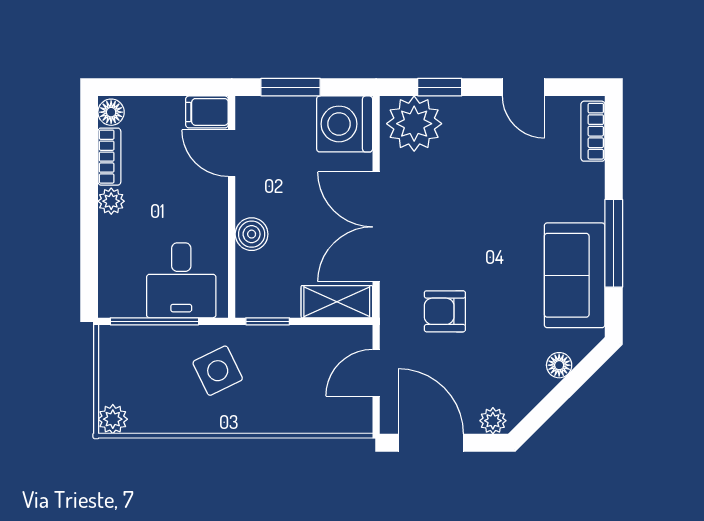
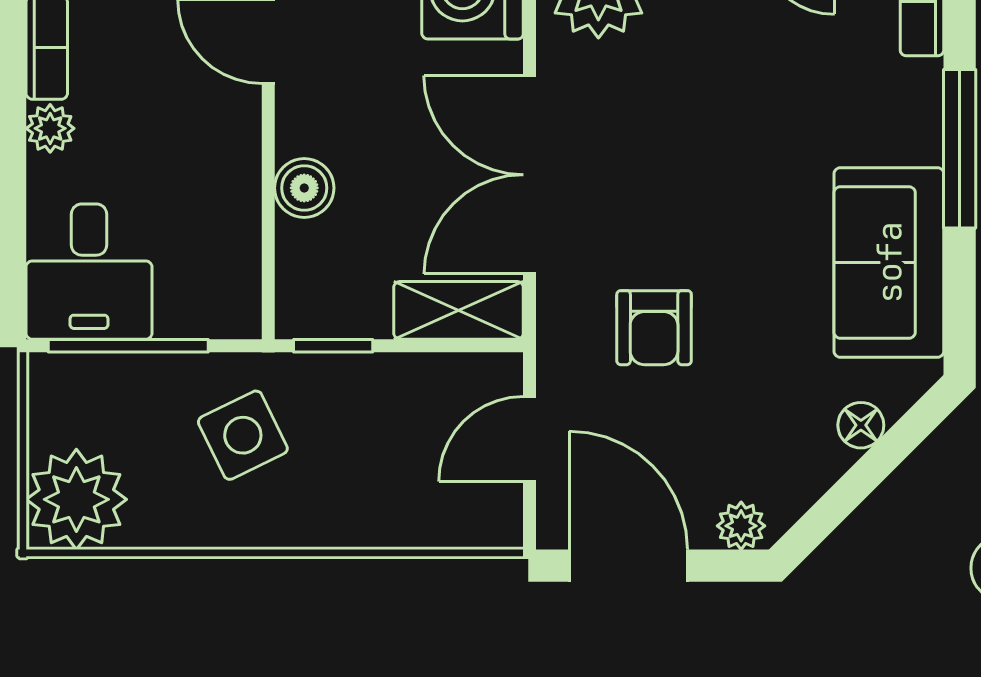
window: (614, 243) -> (960, 149), moved
desk: (181, 280) -> (89, 272), moved
armchair: (445, 311) -> (654, 328), turned -90
plant: (113, 419) -> (76, 499), width x1.87, depth x1.87

